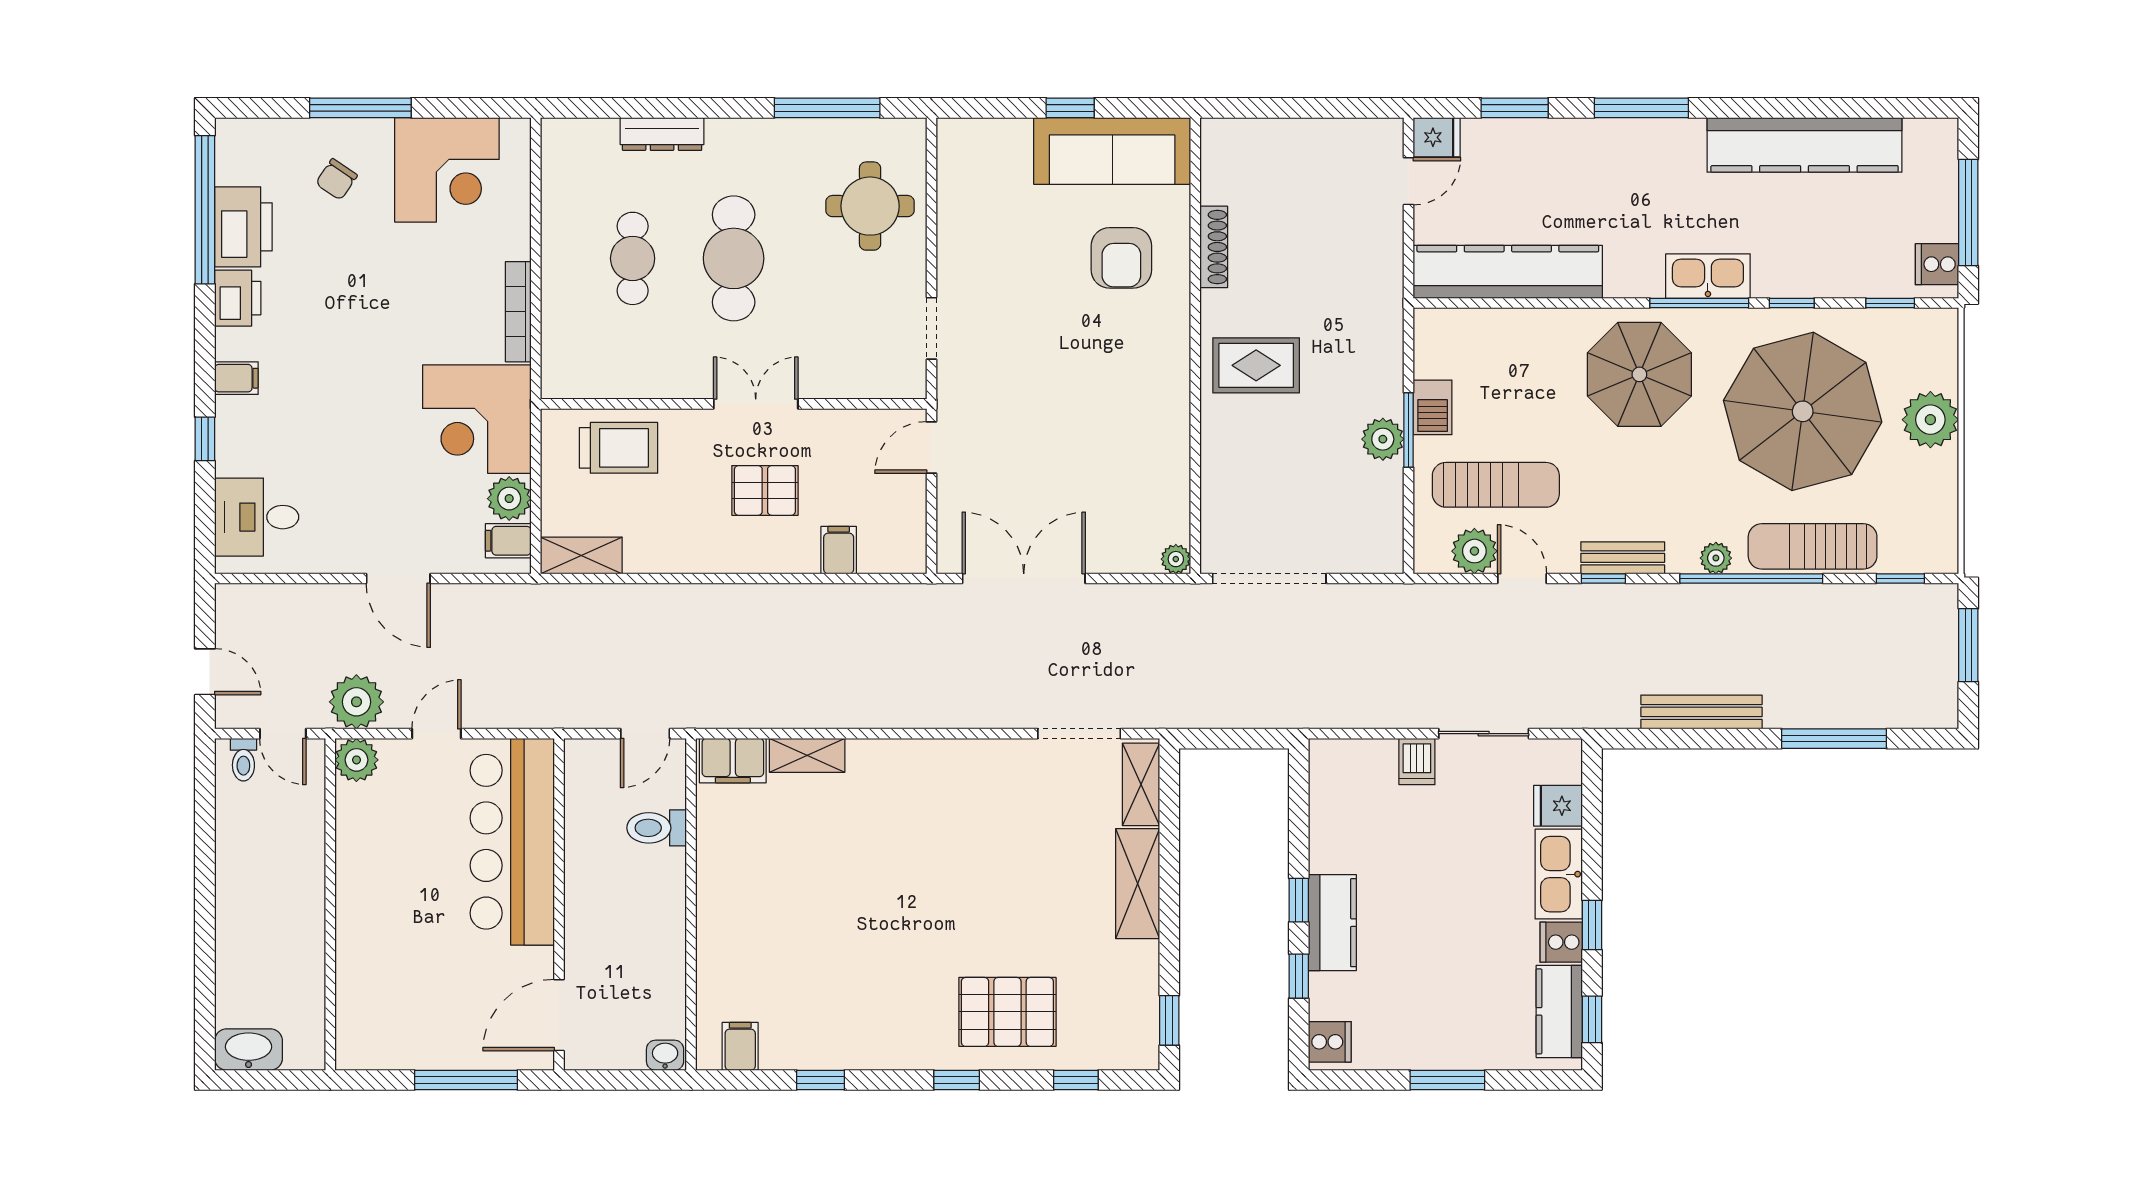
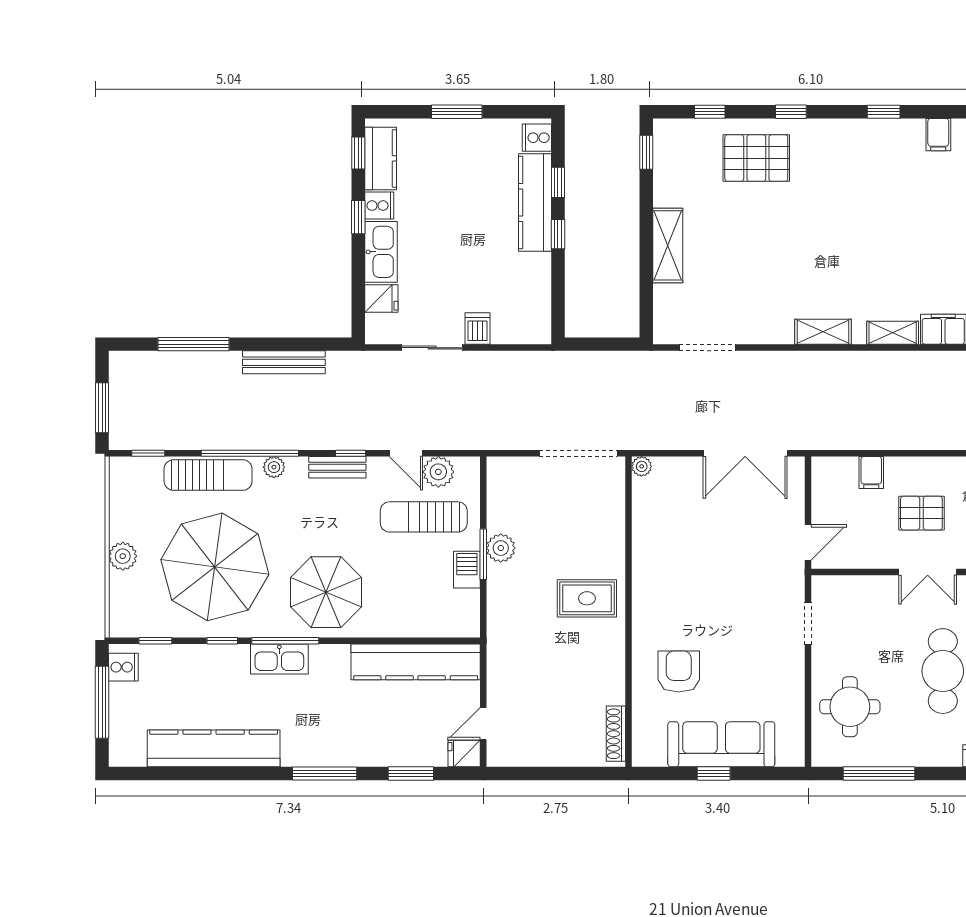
sofa: (1112, 151) -> (721, 744), moved
shoe rack: (1214, 247) -> (616, 734), moved
plant: (1930, 420) -> (123, 556), width x0.73, depth x0.73
shelving: (1141, 784) -> (823, 332), moved, turned 90
kitchen counter: (1332, 923) -> (535, 203), width x1.50

